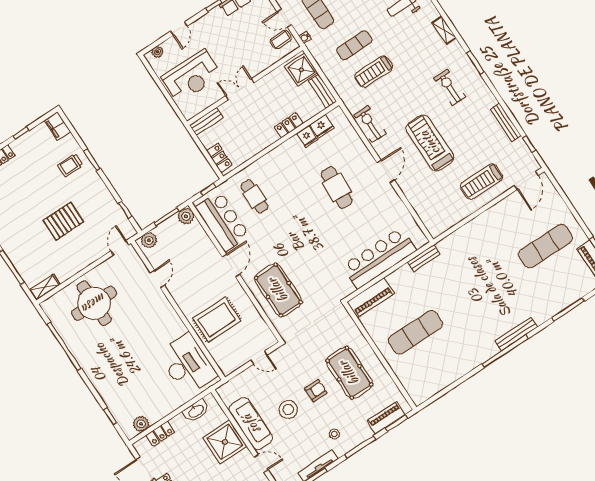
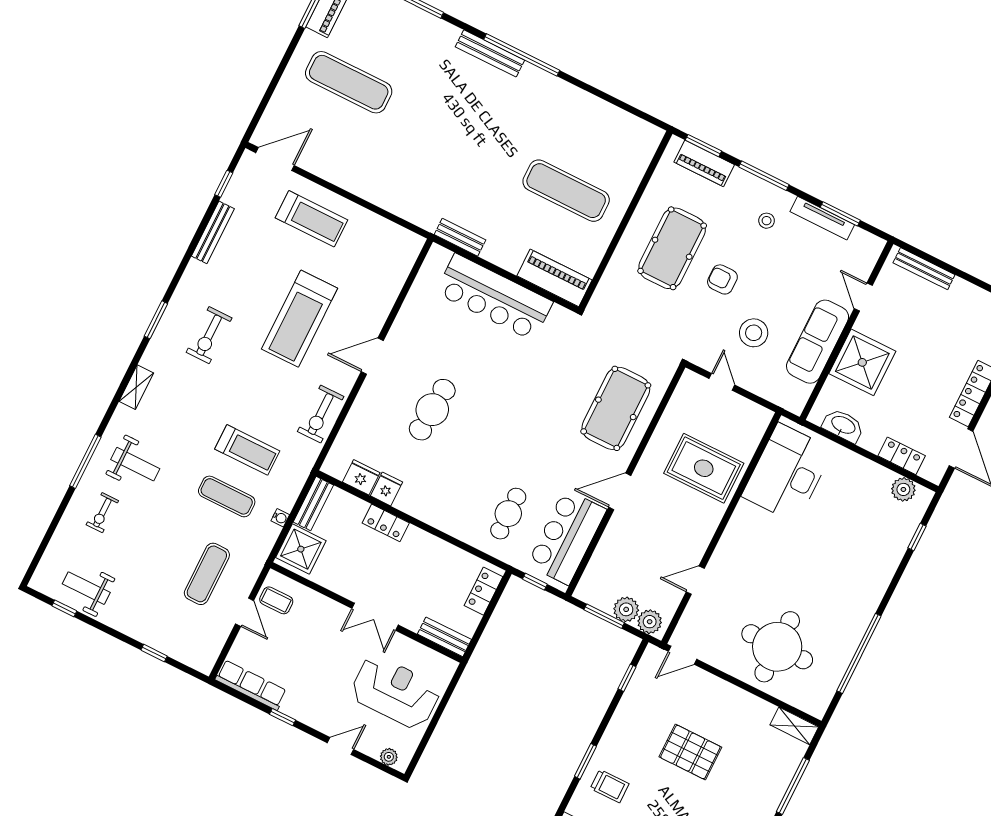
water cooler: (305, 38) -> (280, 518), moved
plant: (186, 216) -> (626, 609), moved
stool: (288, 410) -> (754, 333), moved

